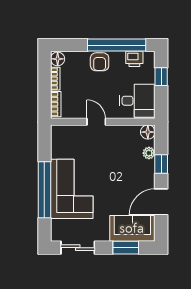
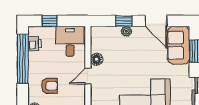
armchair: (100, 62) -> (49, 86), moved
floor lamp: (148, 132) -> (97, 59), moved
plant: (149, 153) -> (126, 31), moved

